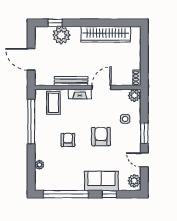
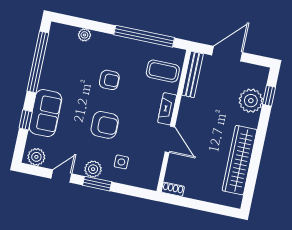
bench: (71, 81) -> (192, 74), moved
plant: (135, 95) -> (93, 169), moved

